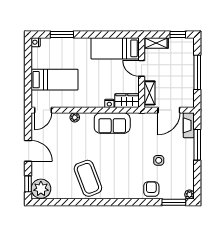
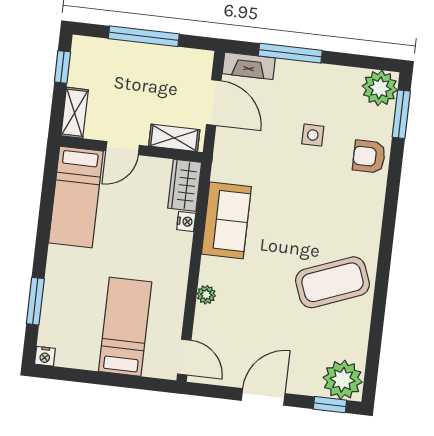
plant: (189, 195) -> (380, 88), width x1.88, depth x1.88

